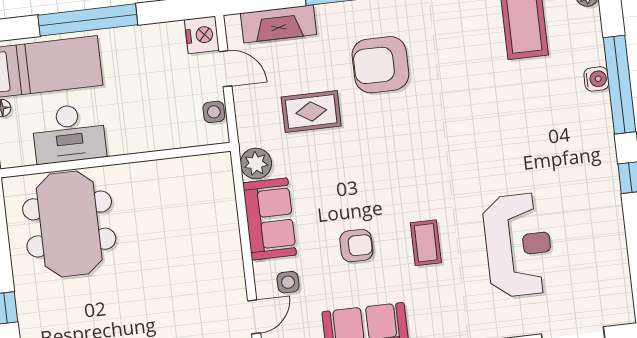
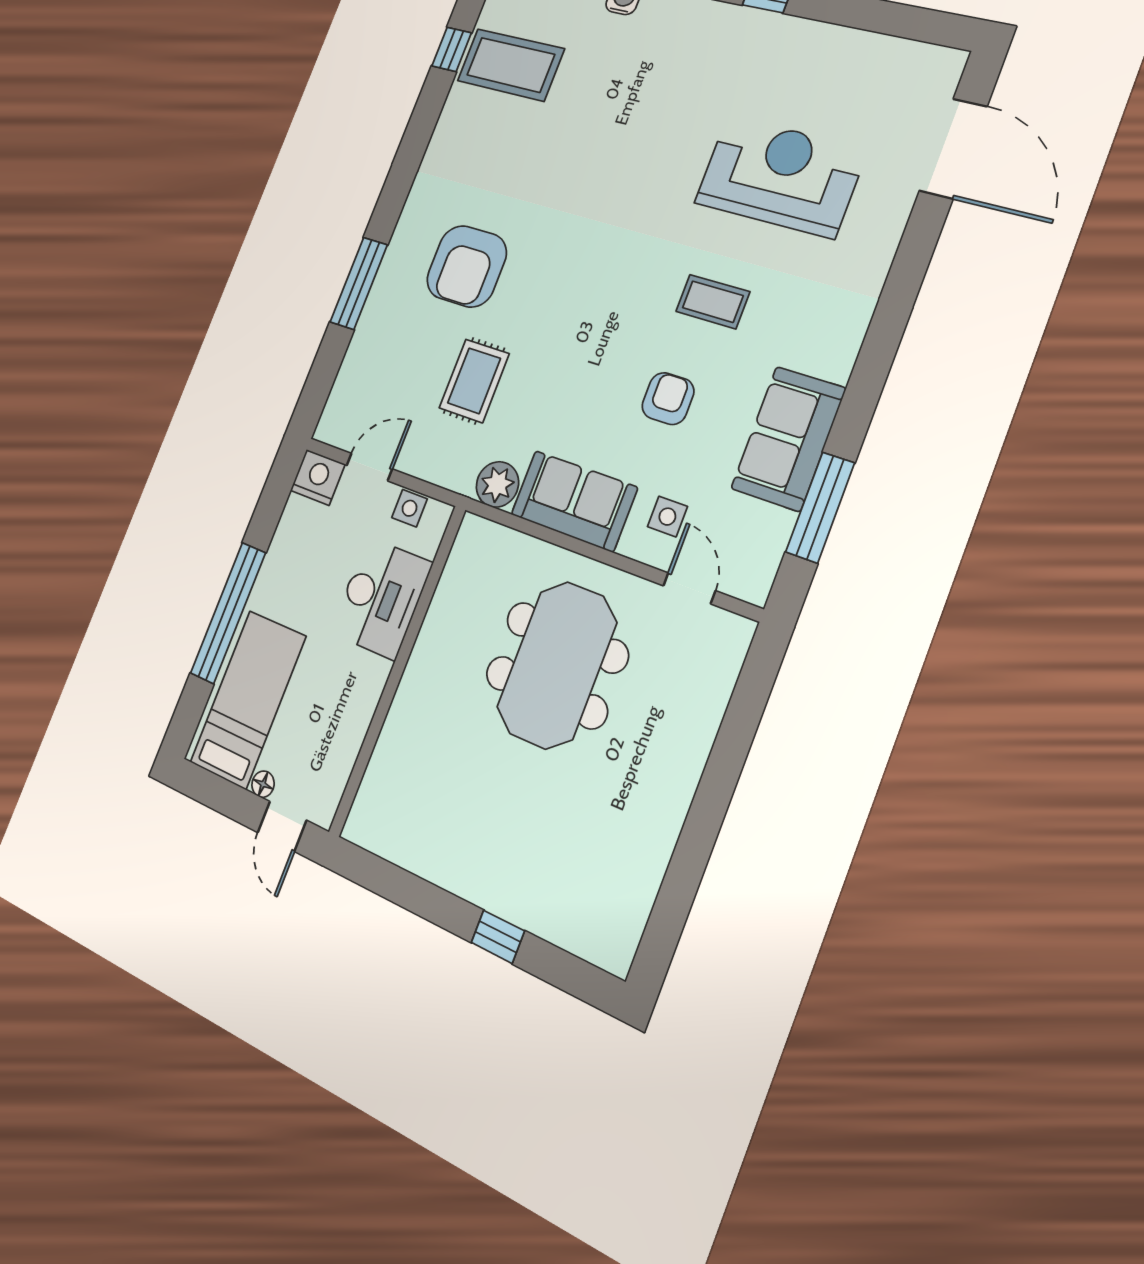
fireplace: (279, 24) -> (356, 374), removed
desk: (69, 133) -> (381, 598), moved
meeting table: (69, 224) -> (557, 665), moved, turned 90

